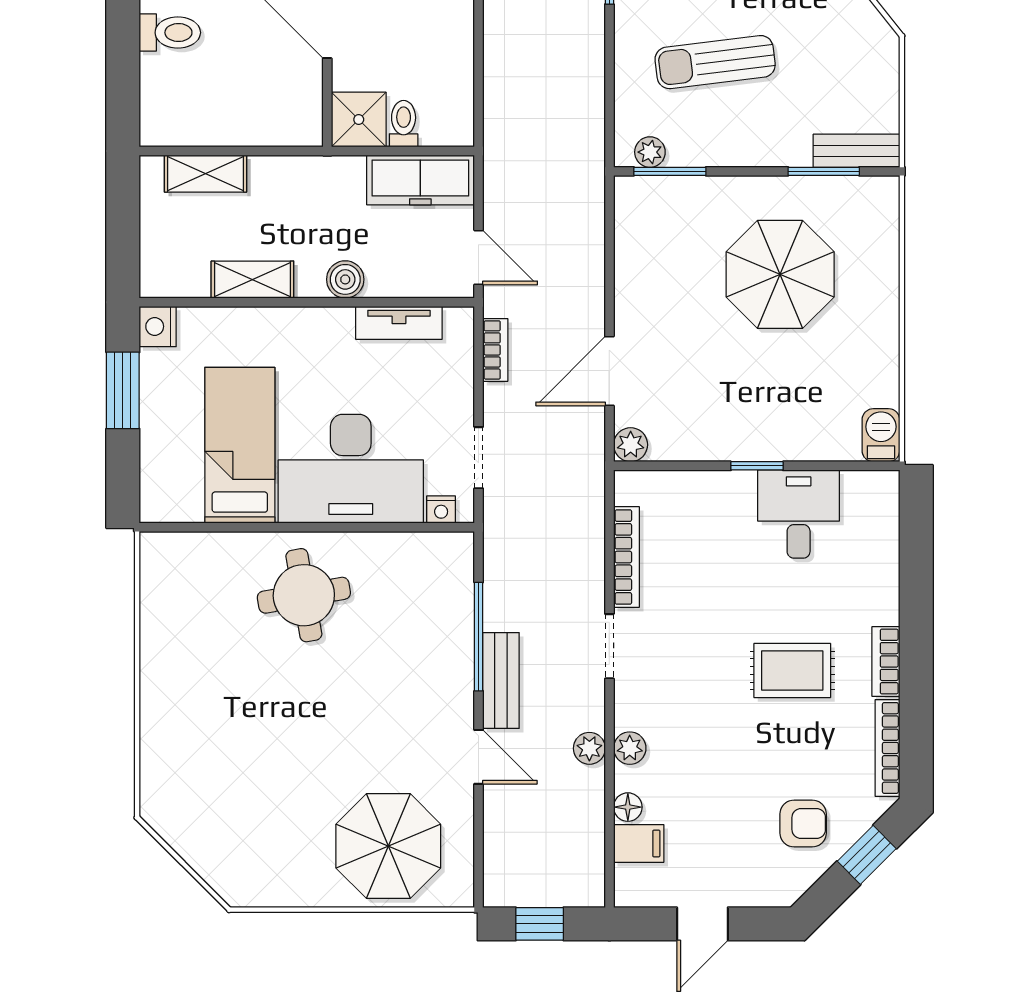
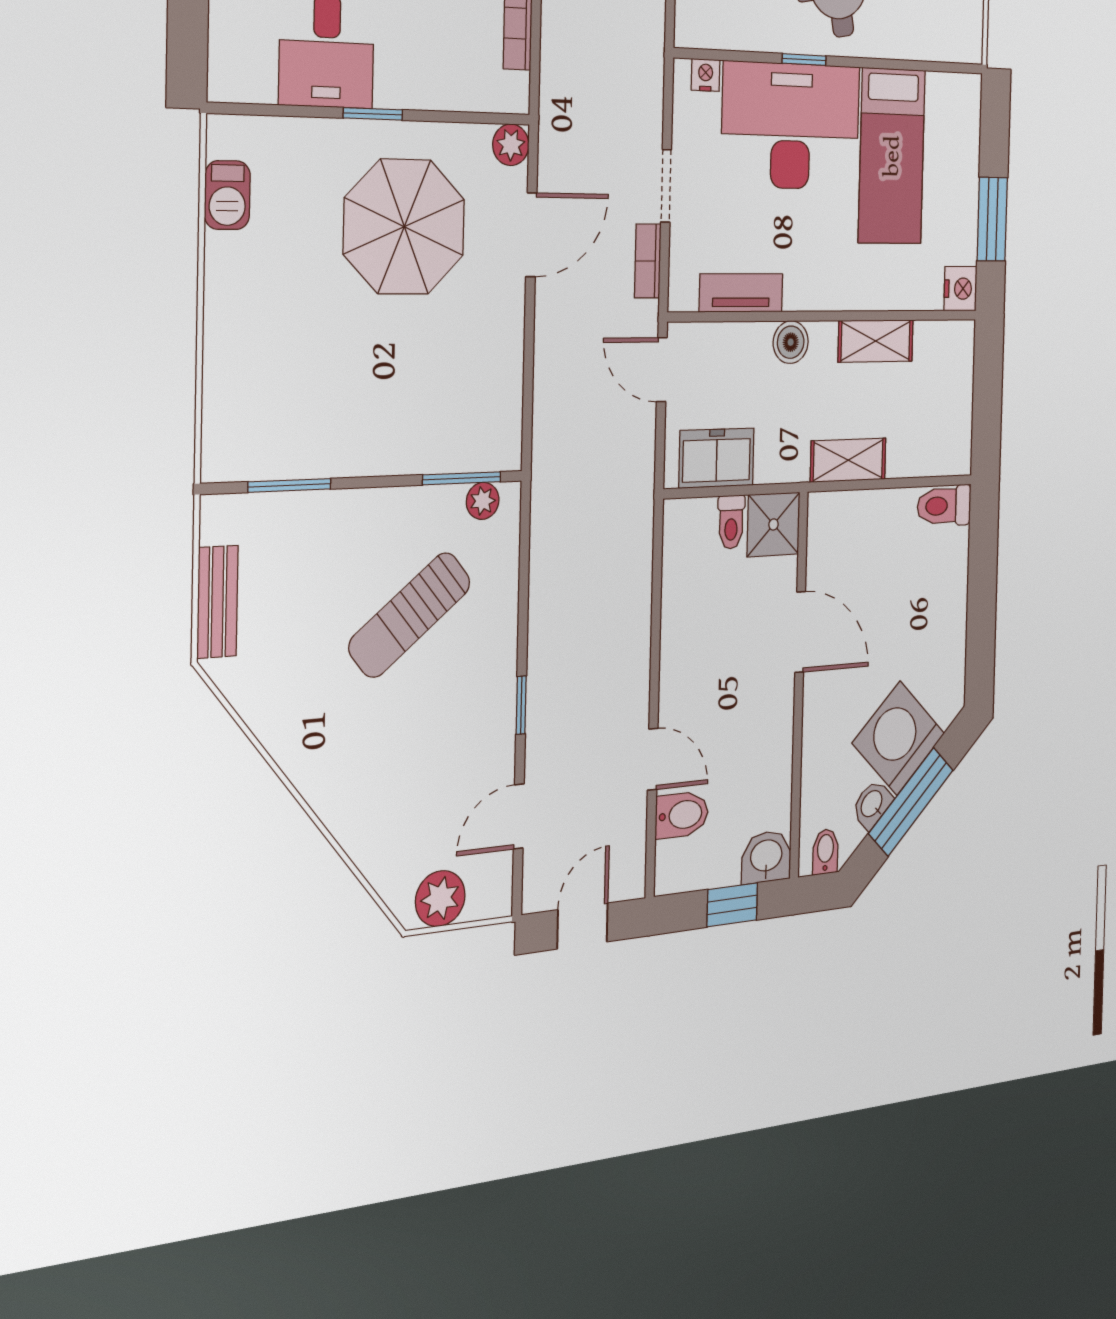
toilet: (170, 33) -> (944, 506), moved
sun lounger: (715, 62) -> (410, 615), turned 148
bench: (856, 151) -> (217, 602), moved, turned 90
shelving: (206, 174) -> (848, 460), moved
freezer: (420, 180) -> (717, 458), width x0.71
parasol: (780, 274) -> (404, 227), moved
barbecue: (881, 435) -> (227, 195), moved
doorway: (479, 458) -> (666, 186), moved
window: (338, 527) -> (804, 60), added

